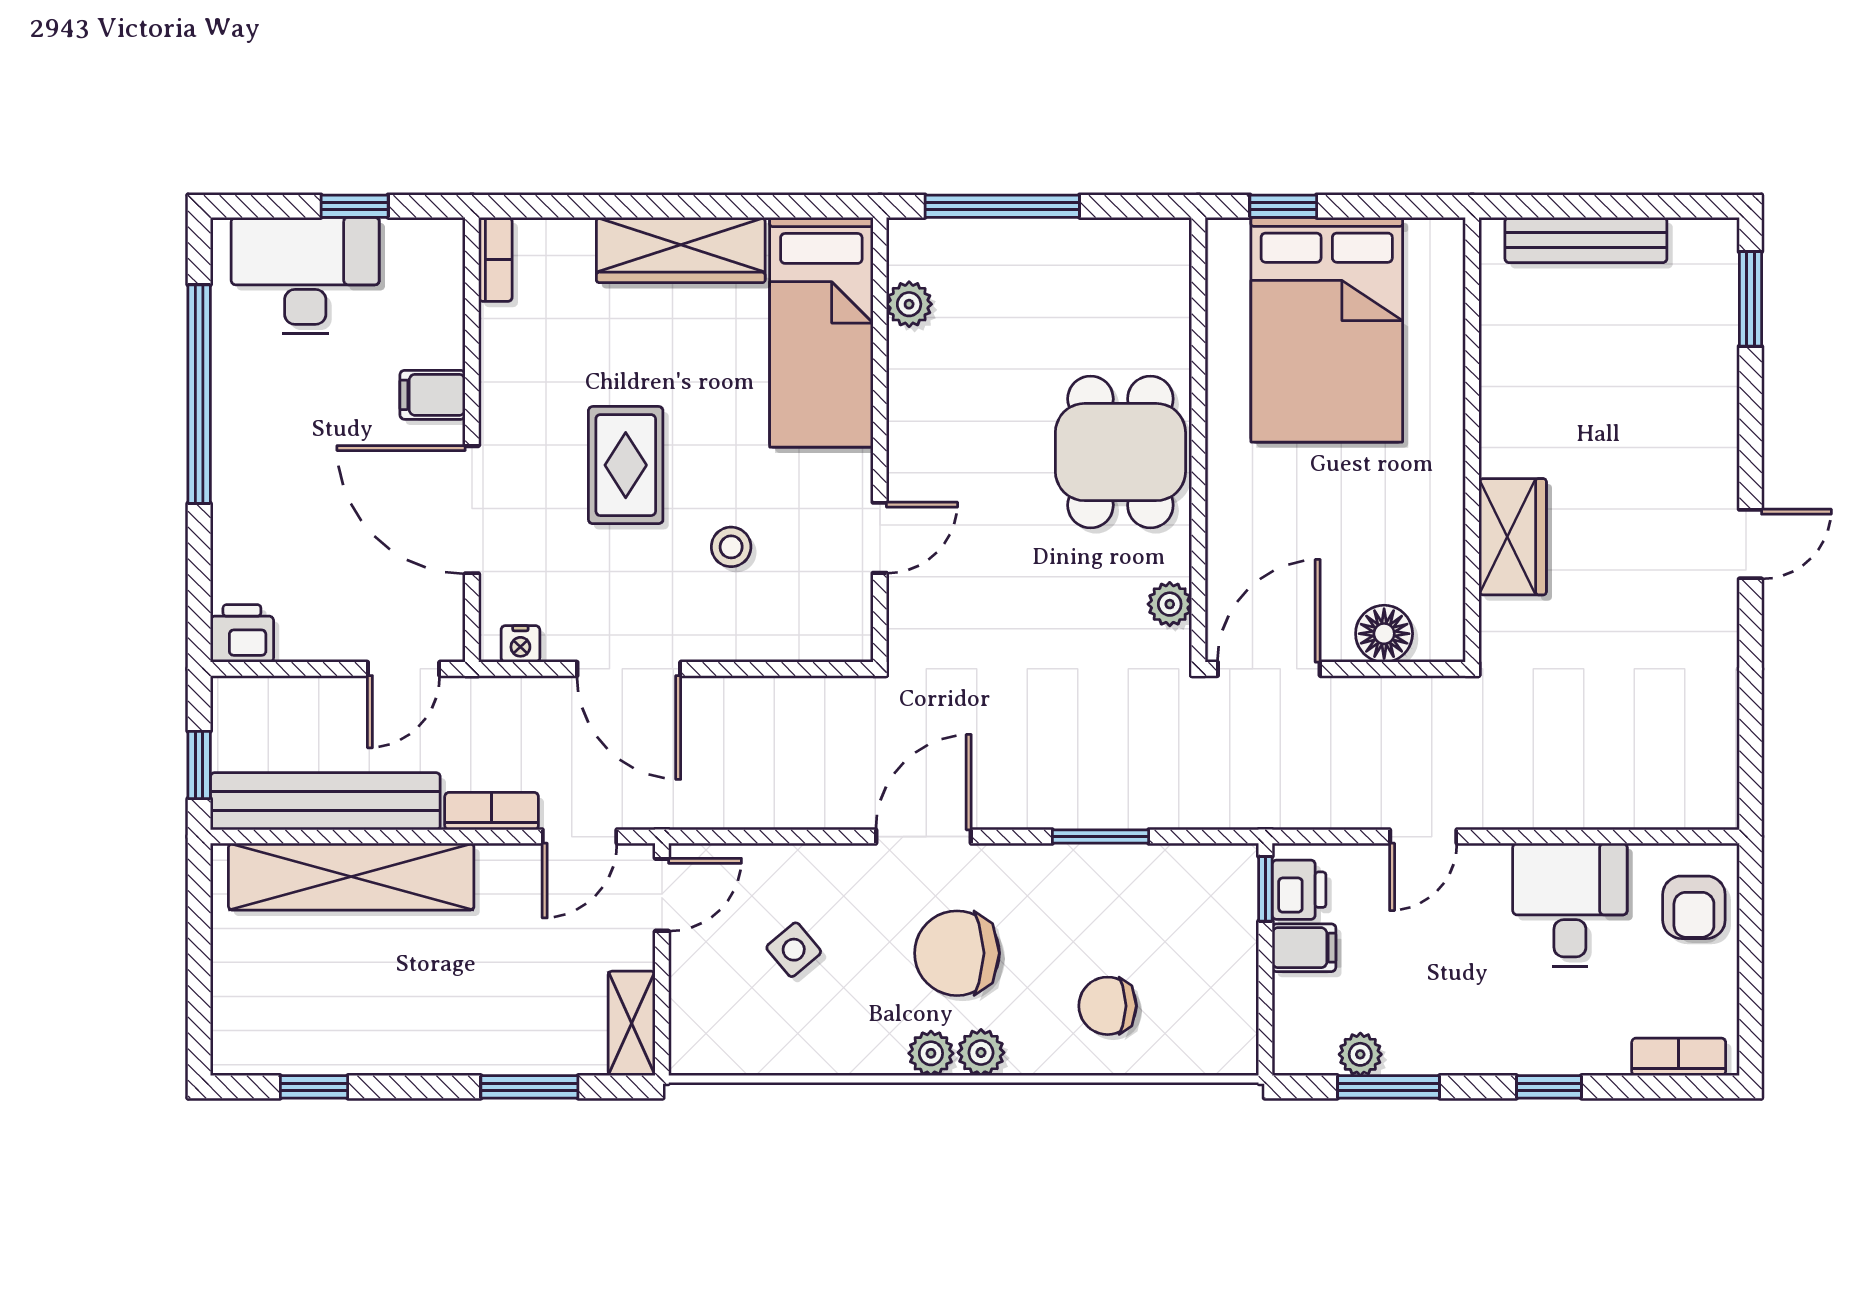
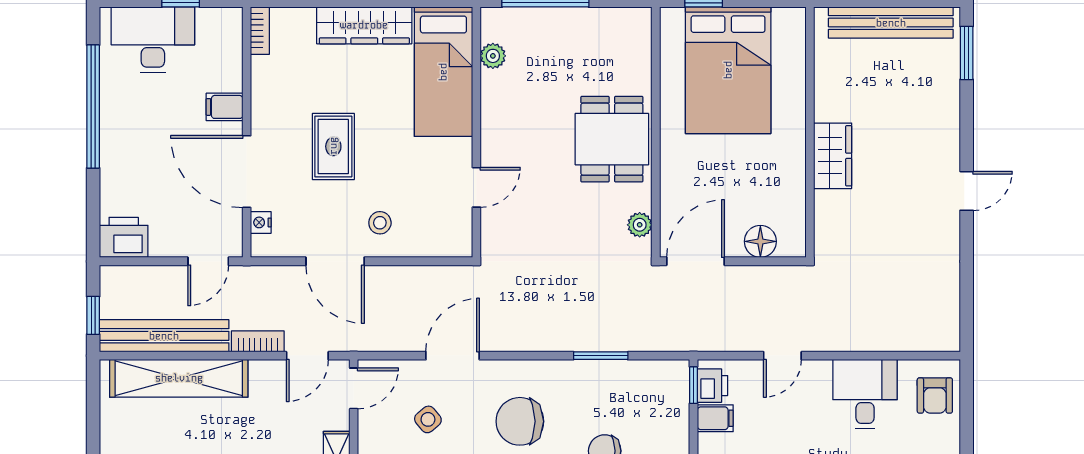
bench: (1586, 240) -> (891, 23), width x1.37, depth x1.21
wardrobe: (1513, 537) -> (833, 156), moved
stool: (731, 547) -> (380, 223), moved
printer: (242, 633) -> (124, 237), width x1.36, depth x1.24
nightstand: (520, 644) -> (261, 222), moved, turned 90
door: (924, 837) -> (453, 356), moved

